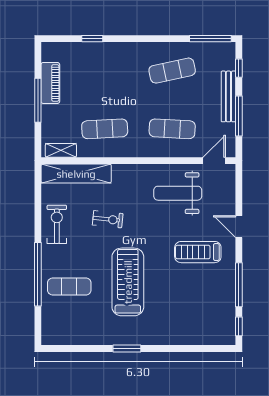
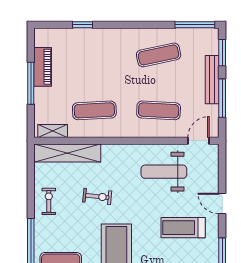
window: (239, 68) -> (222, 53), width x1.50
exercise bike: (57, 224) -> (49, 201), width x0.73, depth x0.72

